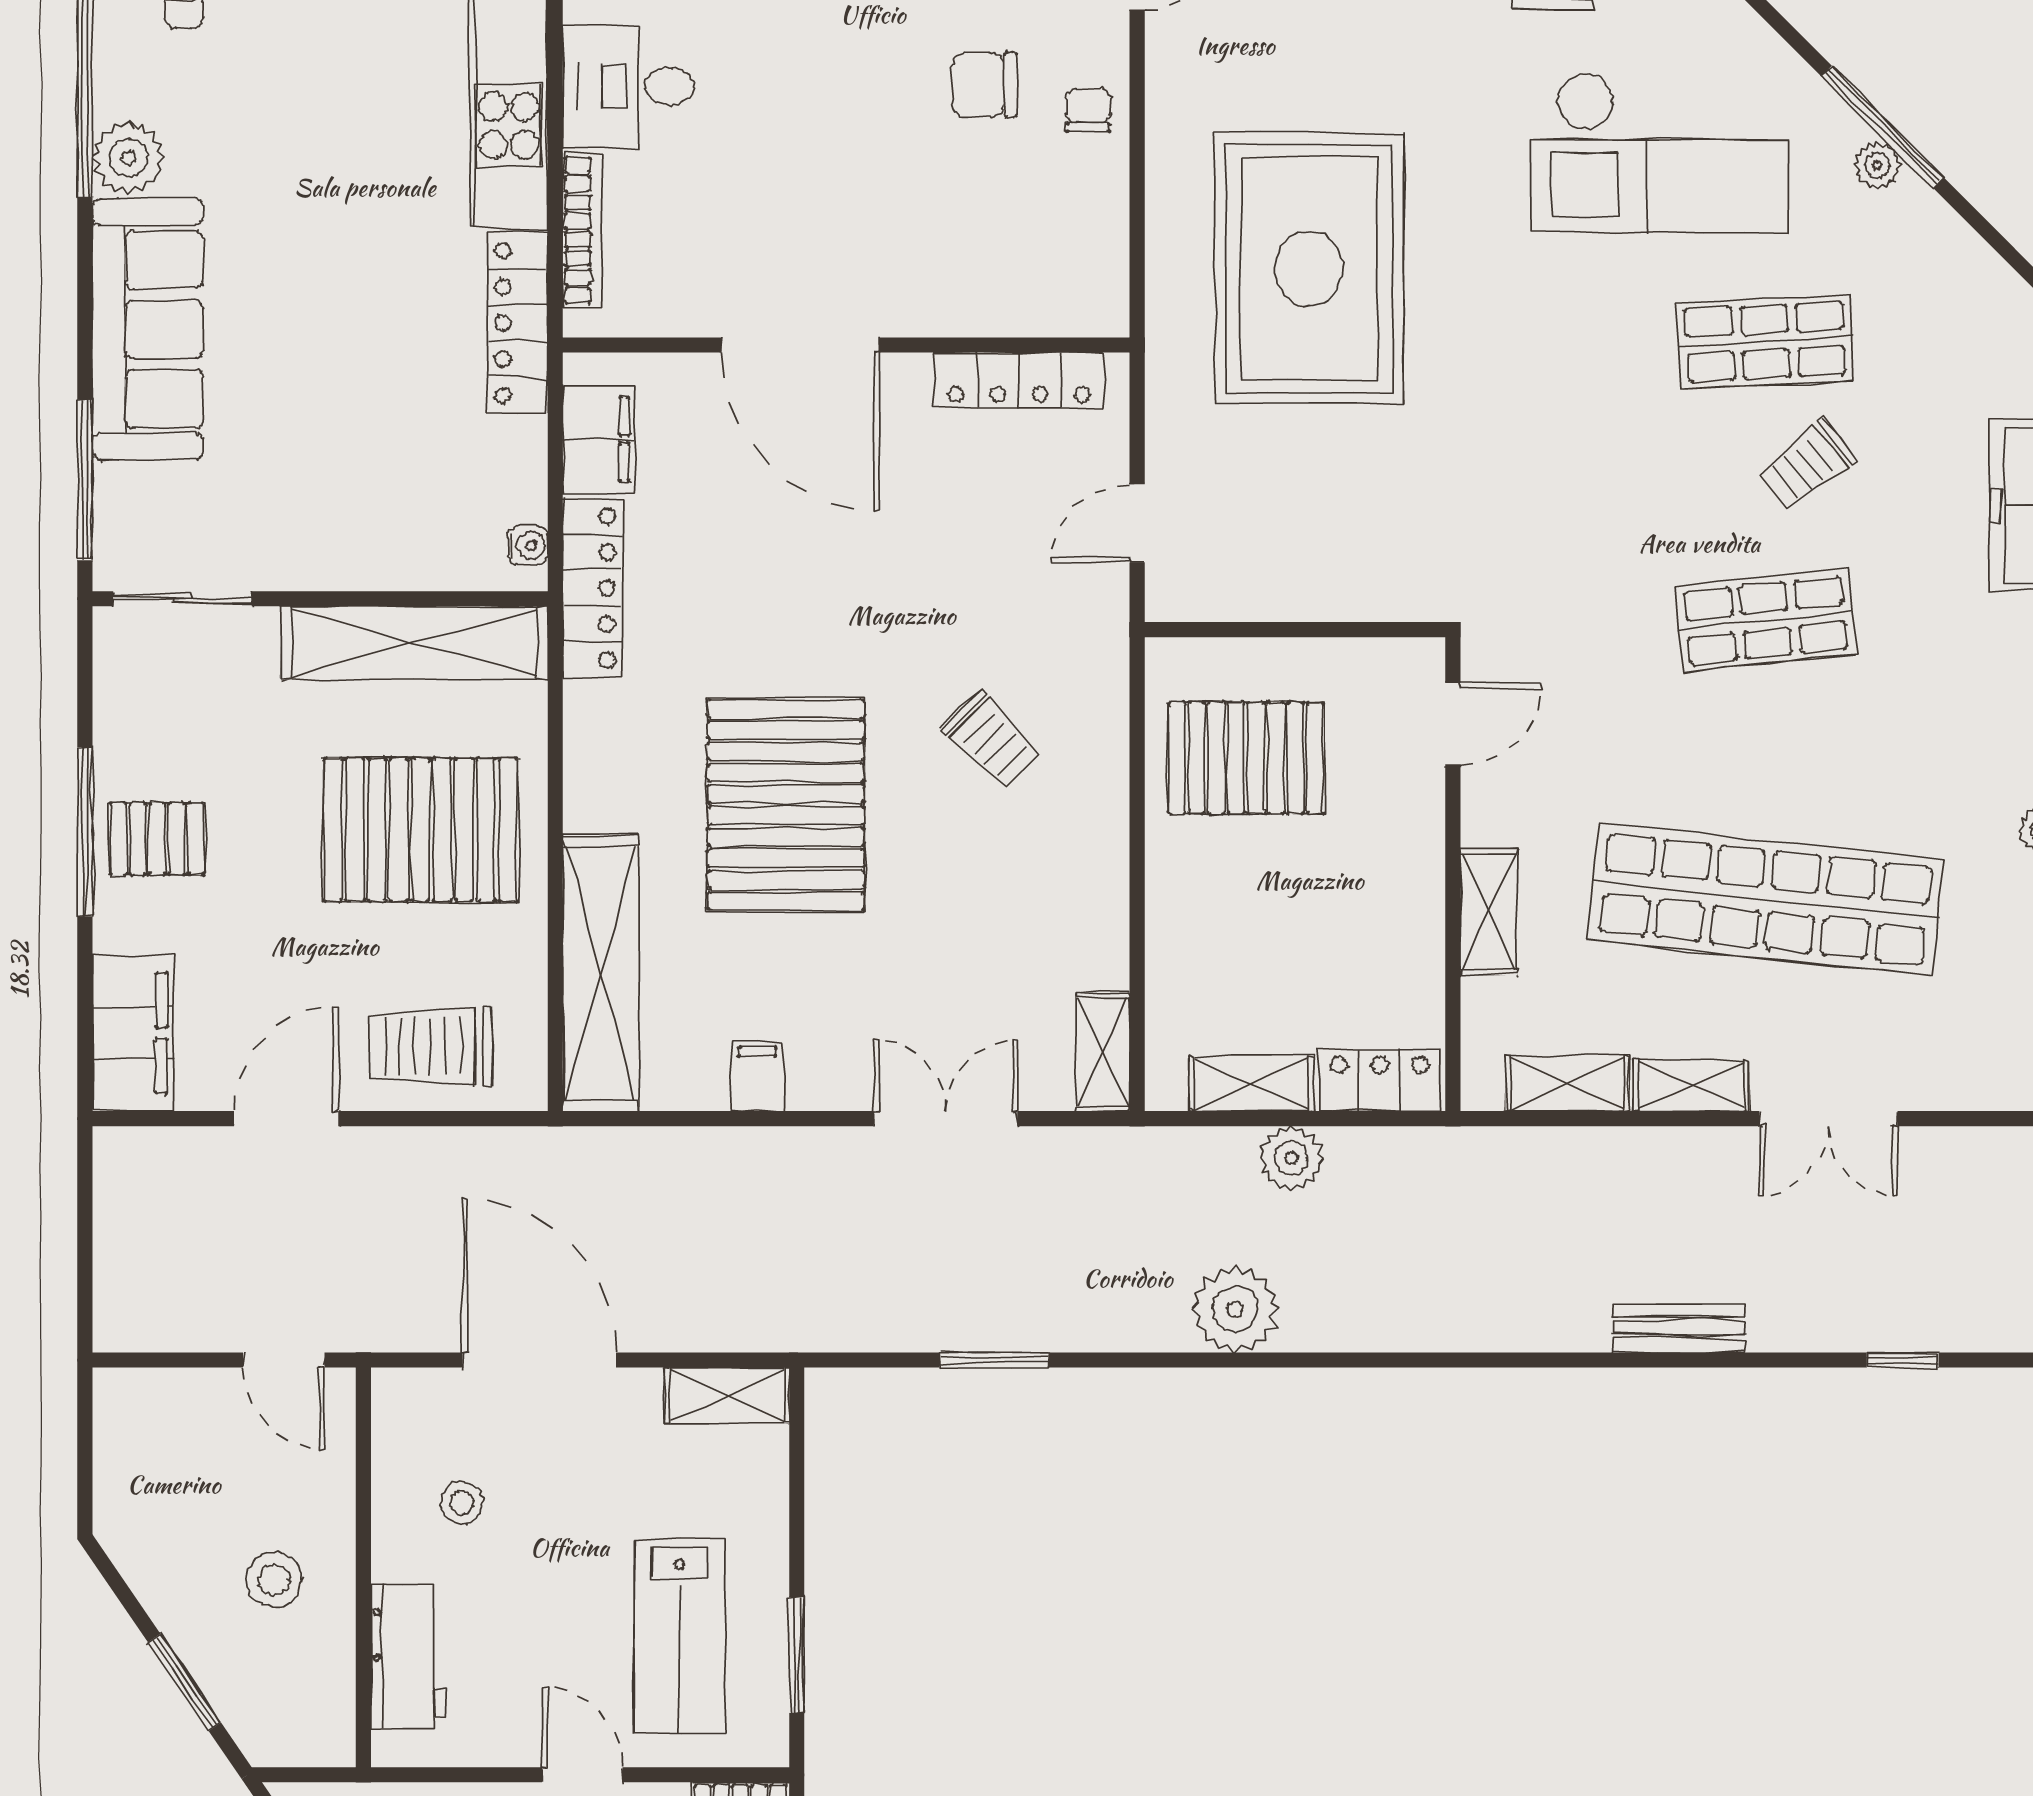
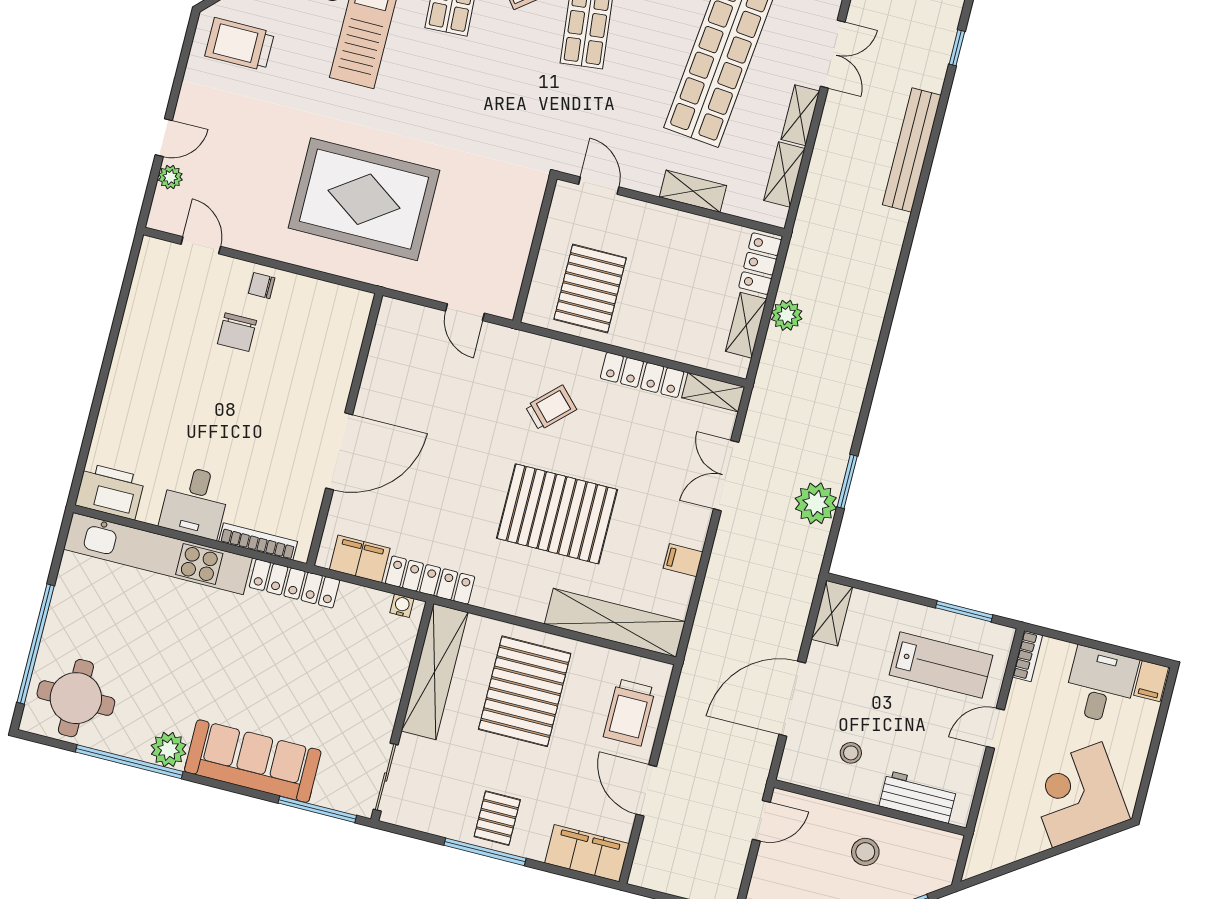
locker: (1019, 380) -> (642, 375), moved, turned 90
plant: (1235, 1309) -> (816, 503), moved
bench: (1679, 1327) -> (912, 150), width x1.86, depth x1.21

